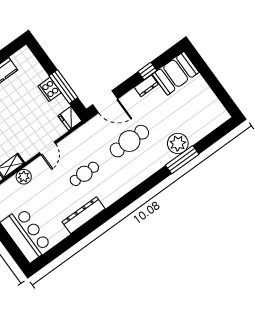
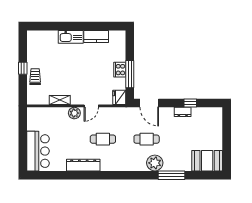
booth: (176, 73) -> (207, 161), moved
cafe table: (129, 141) -> (147, 139), width x0.73, depth x0.74
plant: (178, 143) -> (155, 163), moved
plant: (24, 177) -> (74, 113), moved

